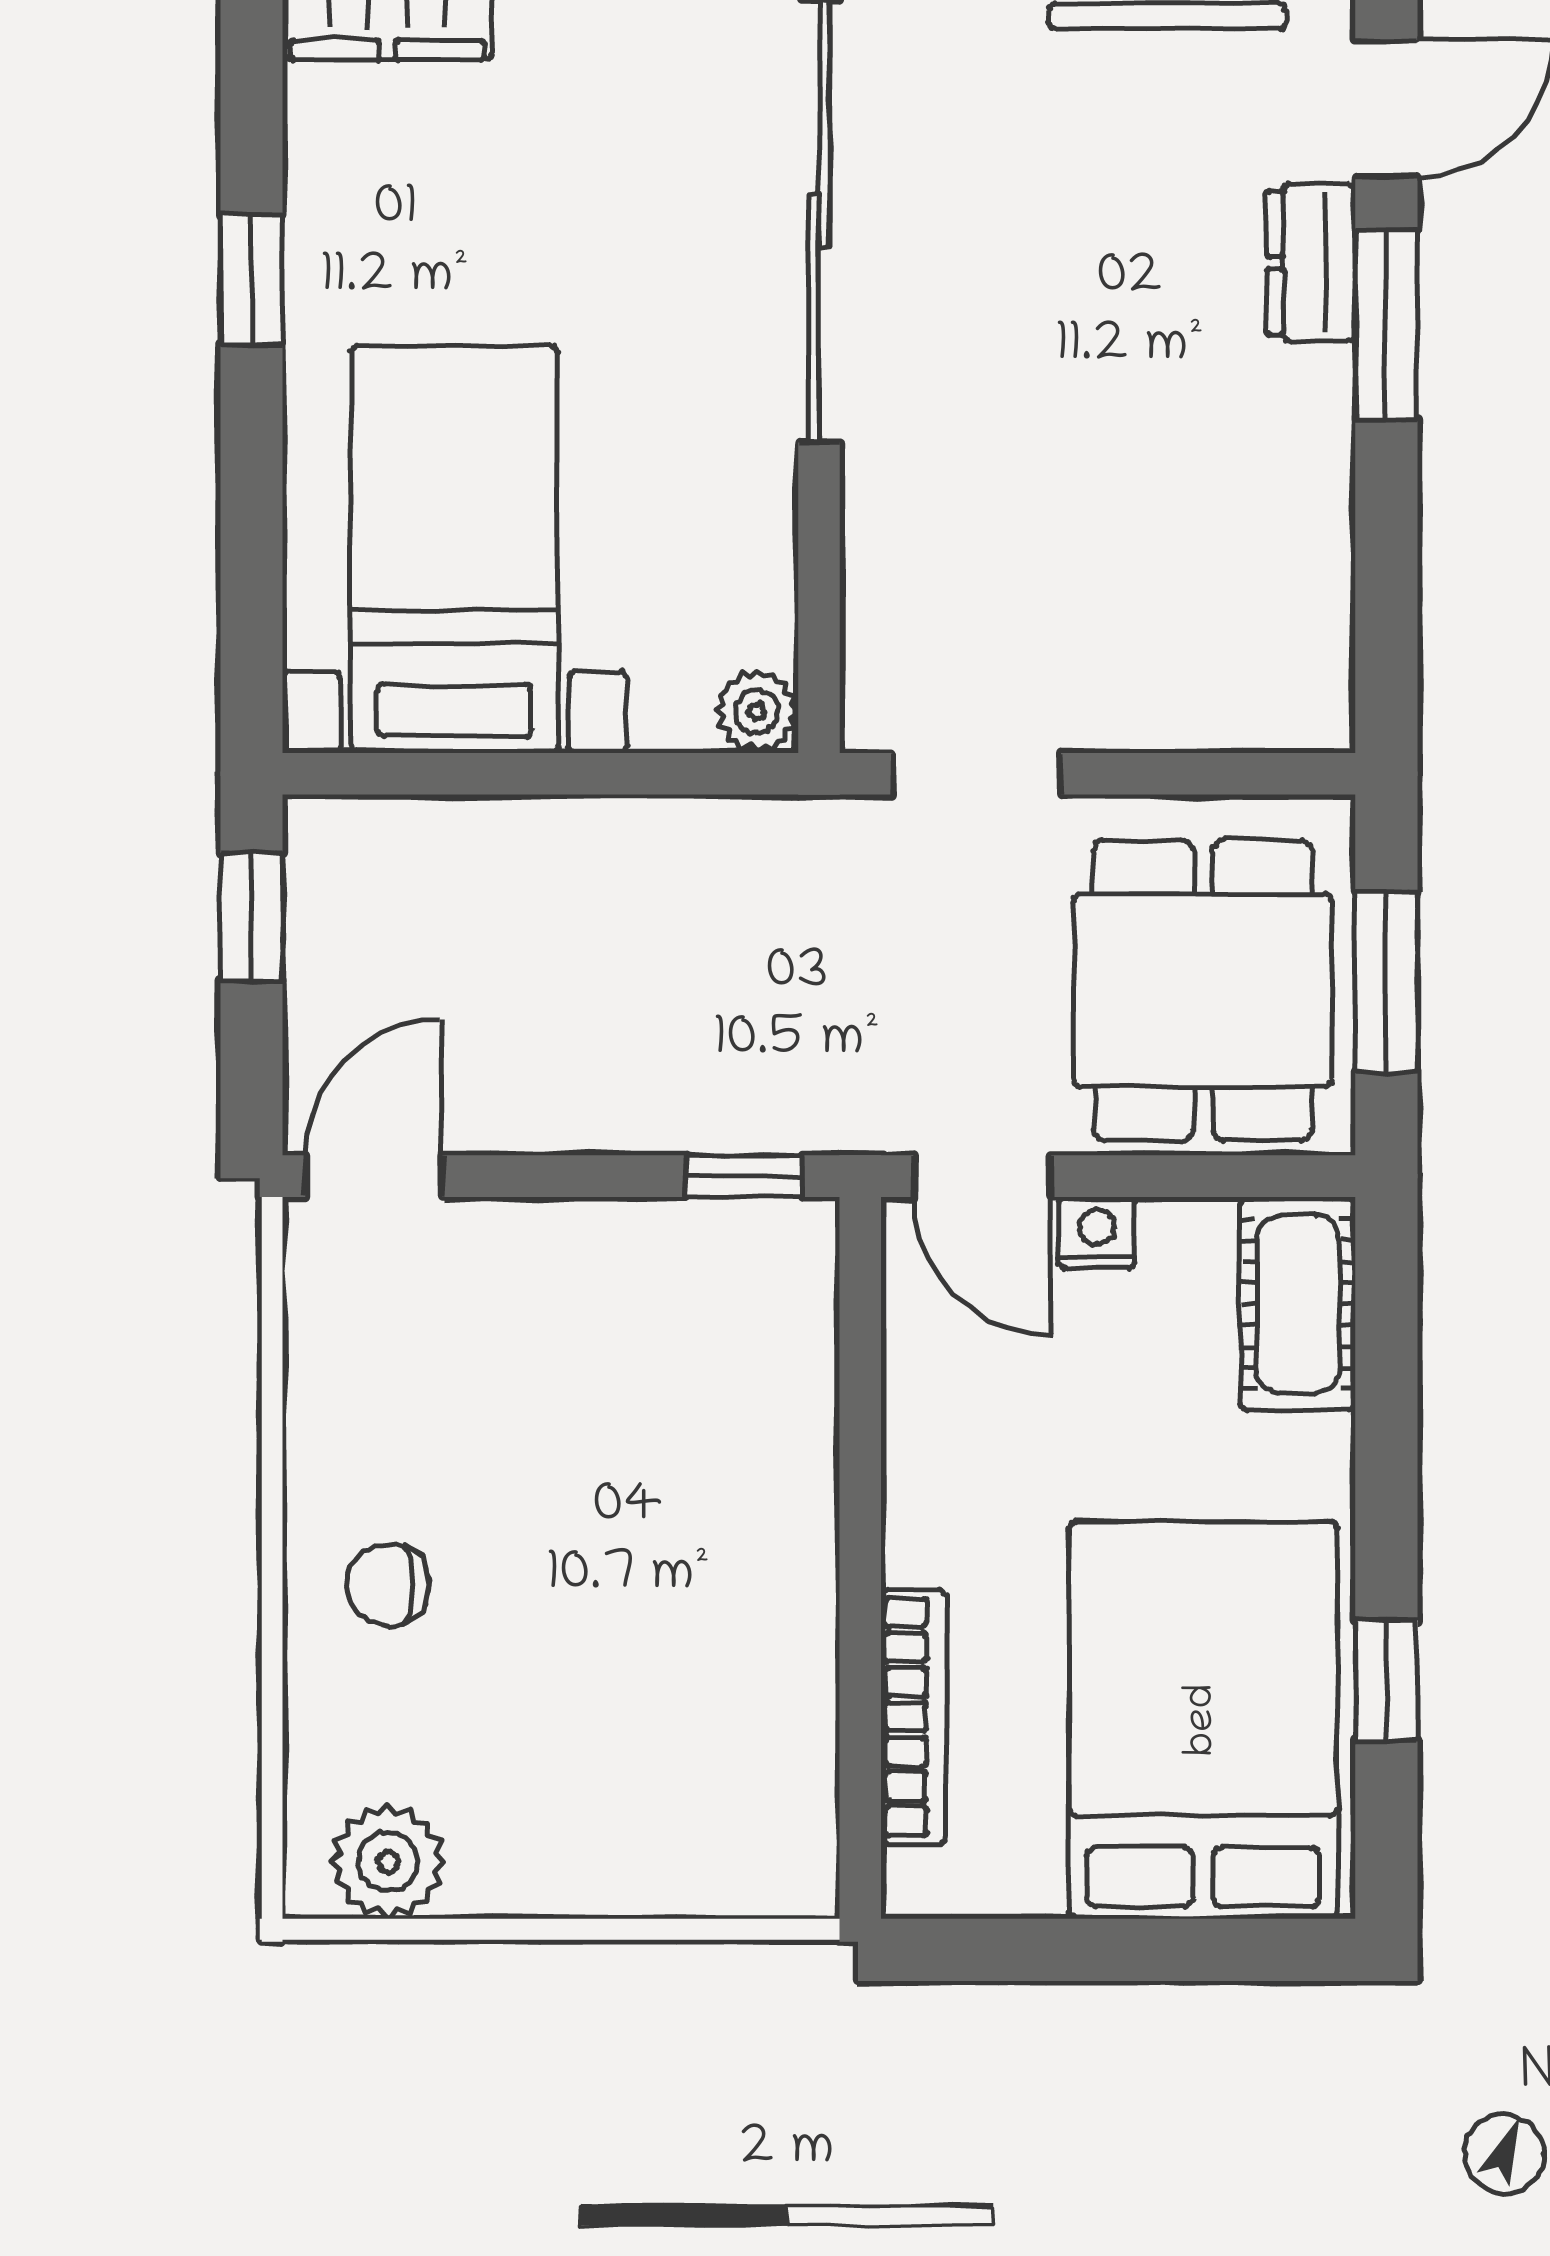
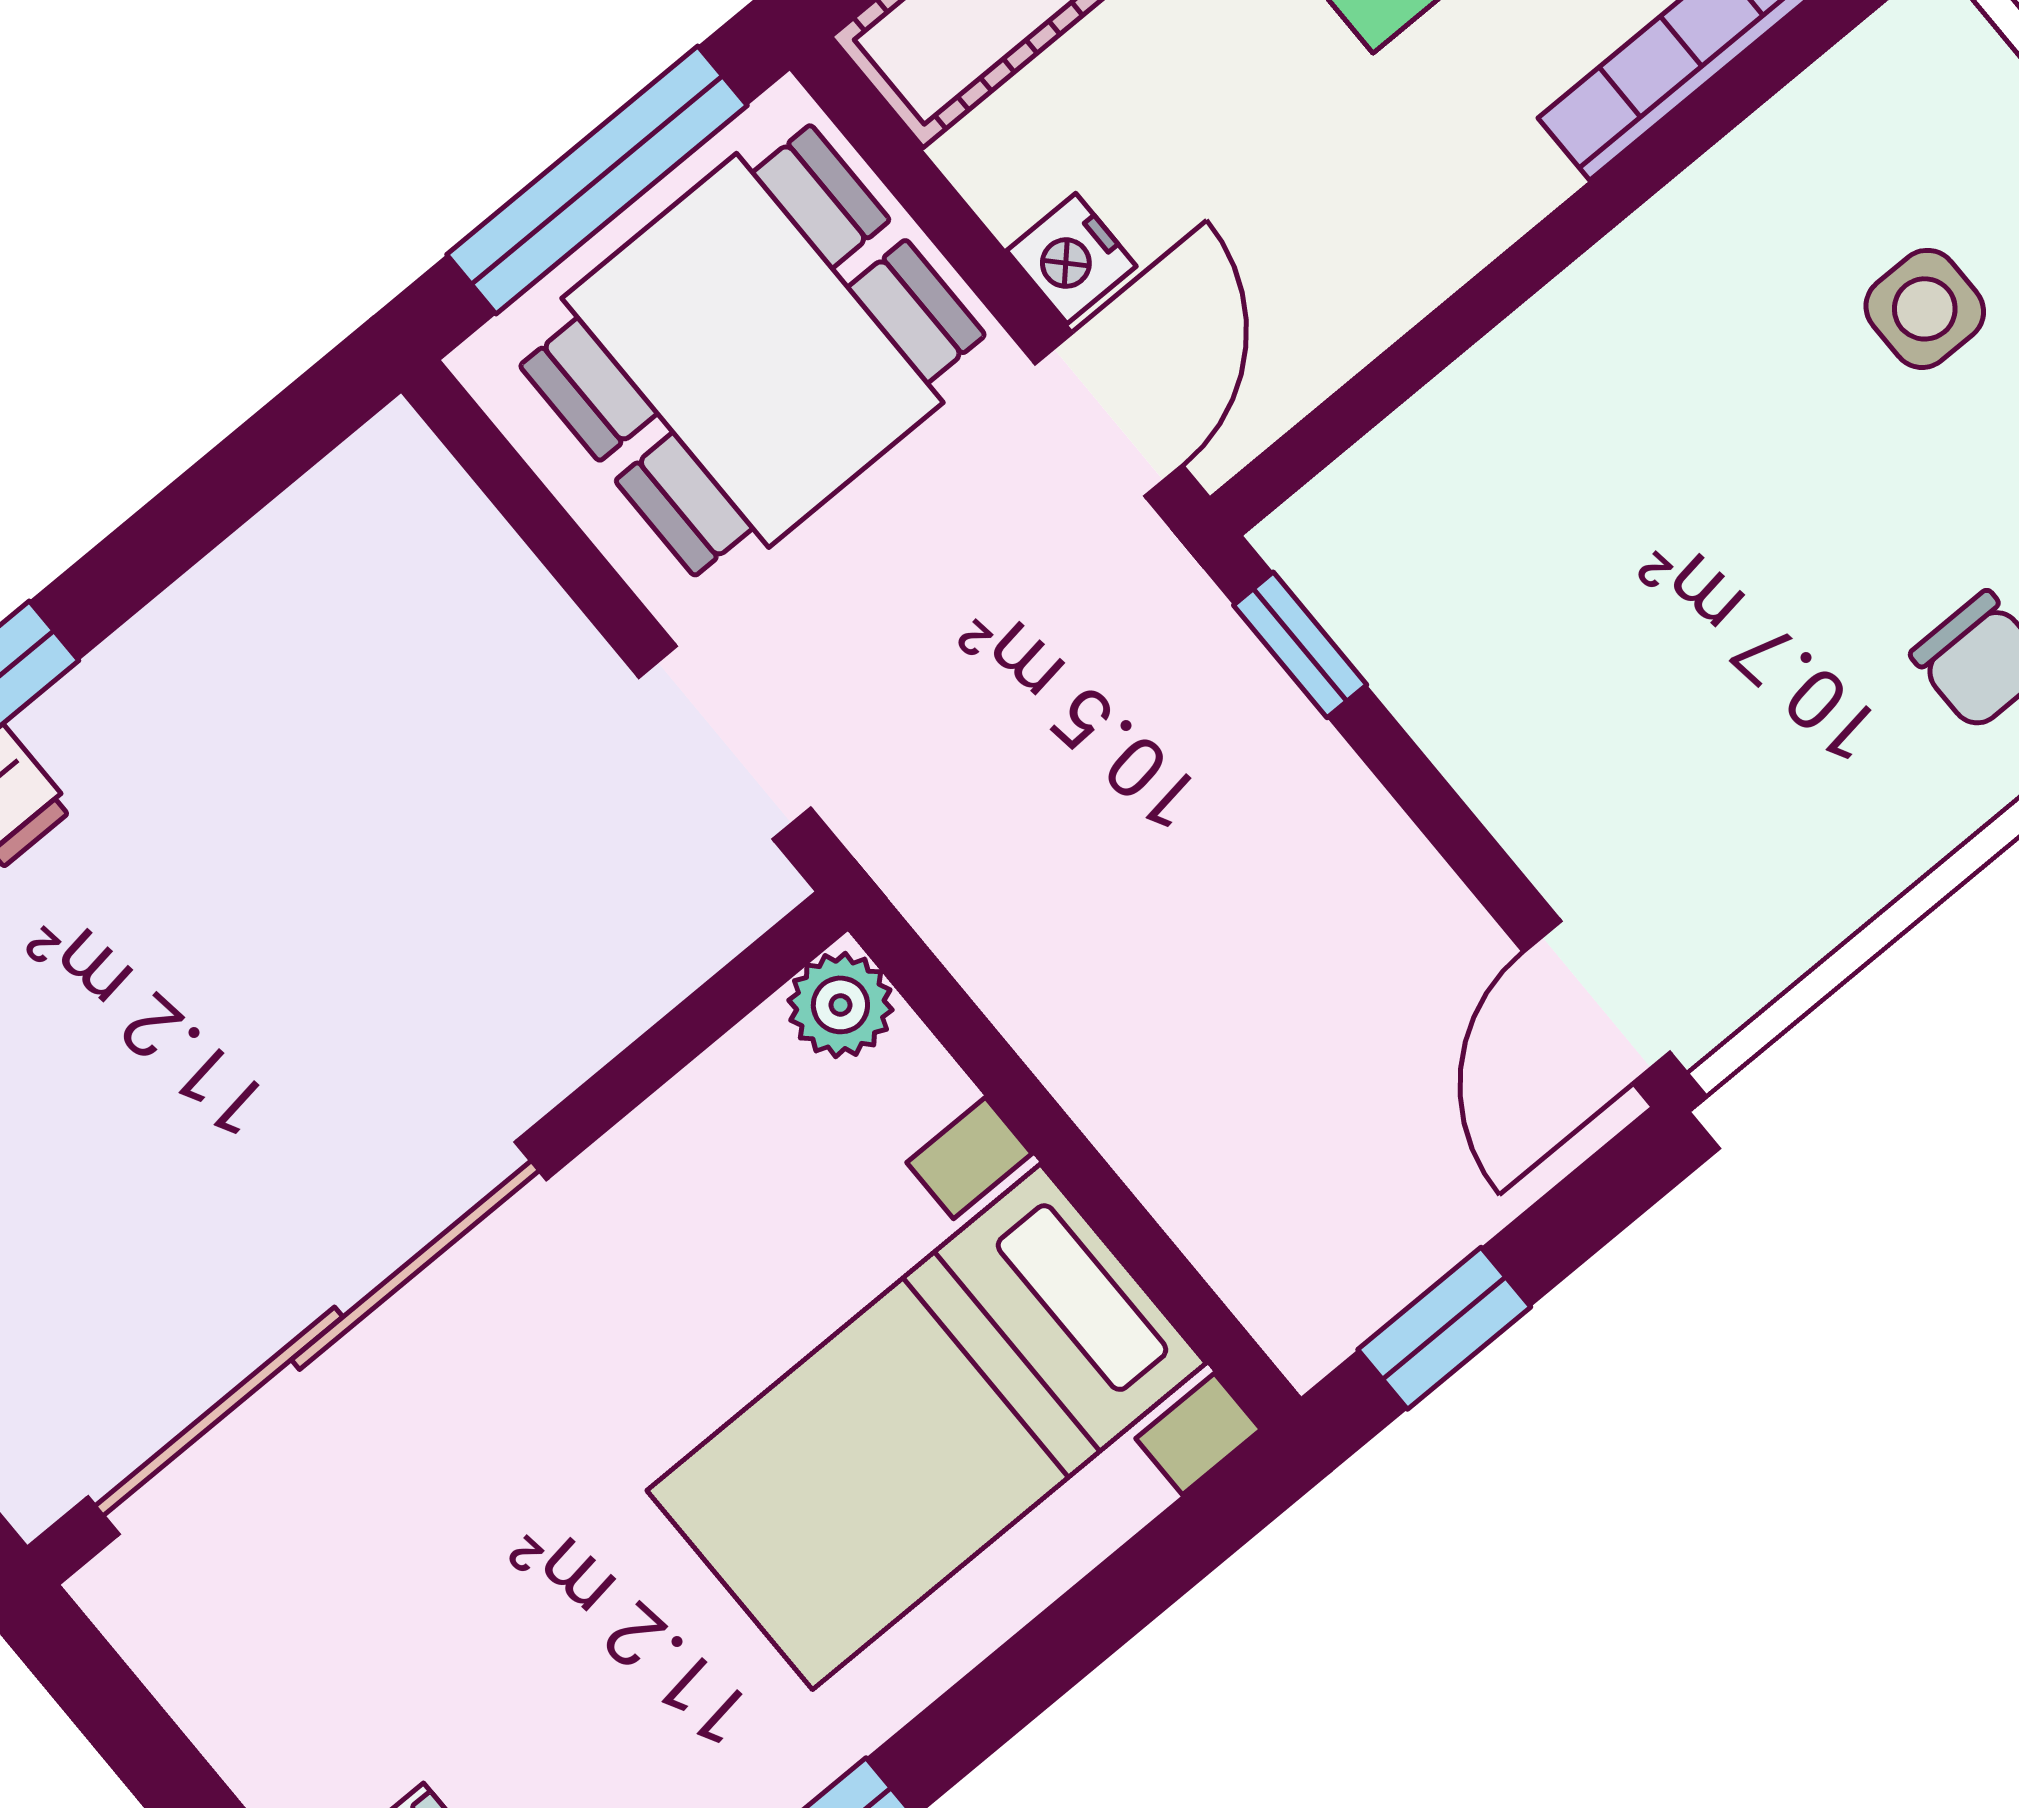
window: (1386, 982) -> (597, 180), width x1.44
door: (374, 1176) -> (1597, 1002), hinge flipped
side table: (632, 1730) -> (1925, 309), added

